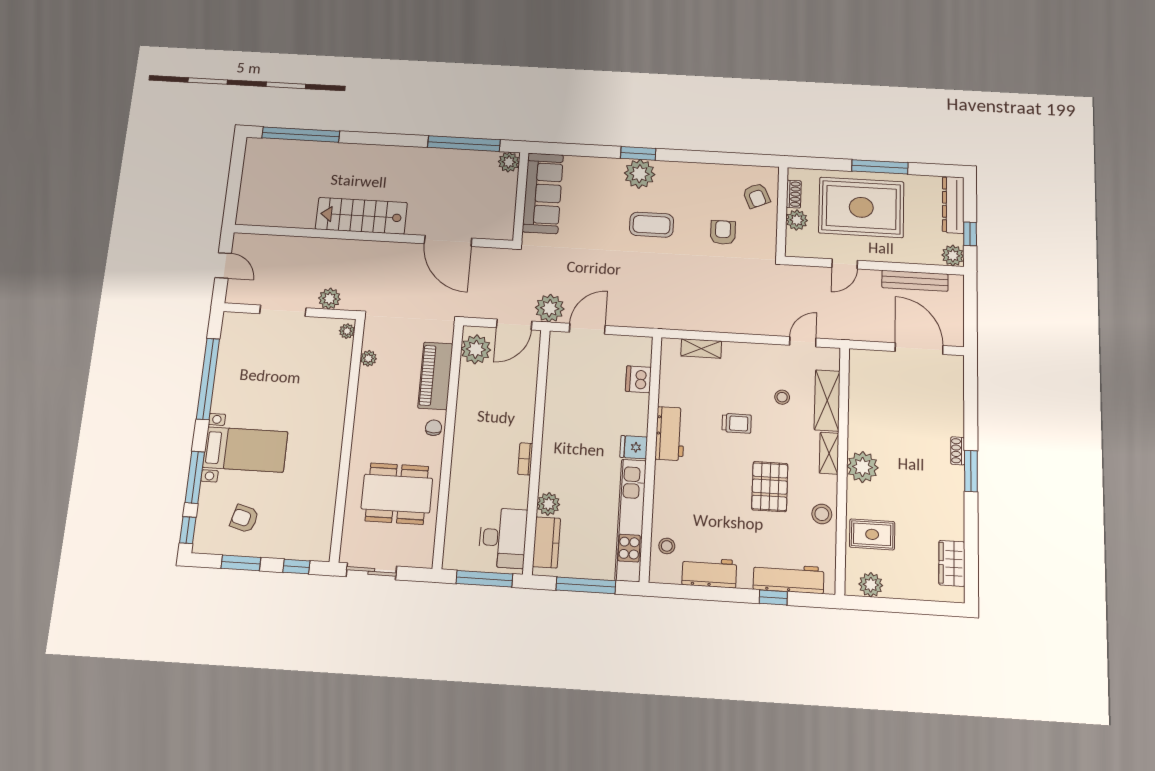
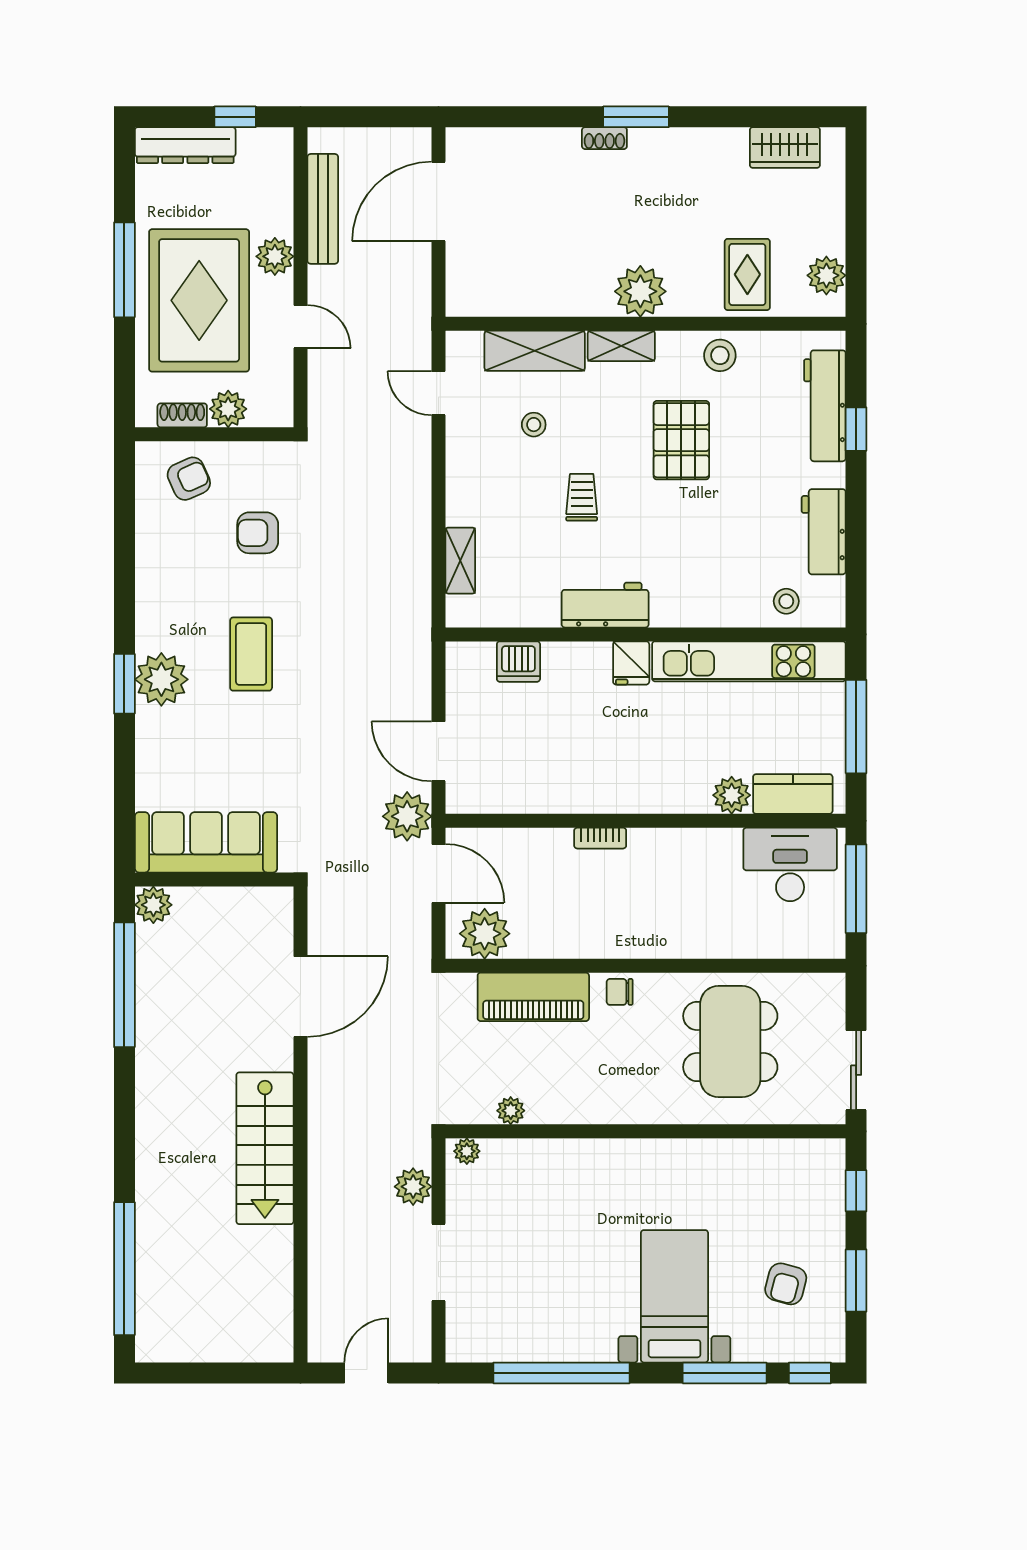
plant: (953, 255) -> (275, 256), moved
bookcase: (525, 459) -> (600, 838), moved
pallet: (770, 487) -> (681, 440), turned 90

